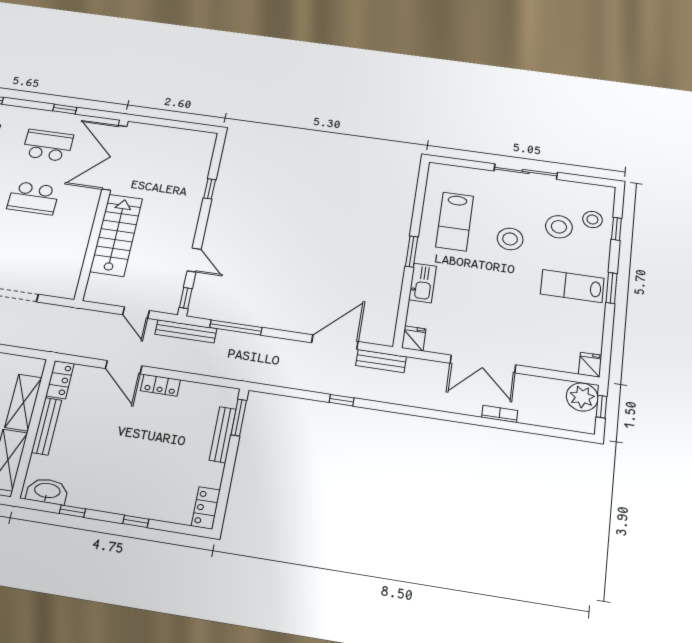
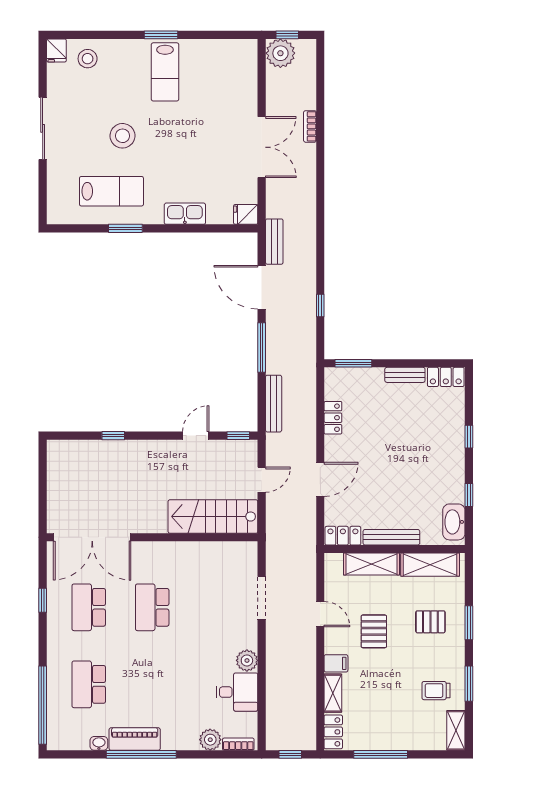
school desk: (33, 198) -> (152, 607), turned 180
stool: (559, 227) -> (101, 90), removed
window: (616, 229) -> (94, 35), removed
stairs: (116, 235) -> (213, 517), moved
window: (412, 252) -> (125, 228), moved
window: (236, 327) -> (262, 347), moved
bench: (186, 331) -> (274, 404), moved
fridge: (590, 365) -> (56, 50), moved, turned -90
locker: (160, 385) -> (333, 418), moved
window: (342, 400) -> (320, 306), moved
bench: (223, 435) -> (405, 375), moved, width x0.73

